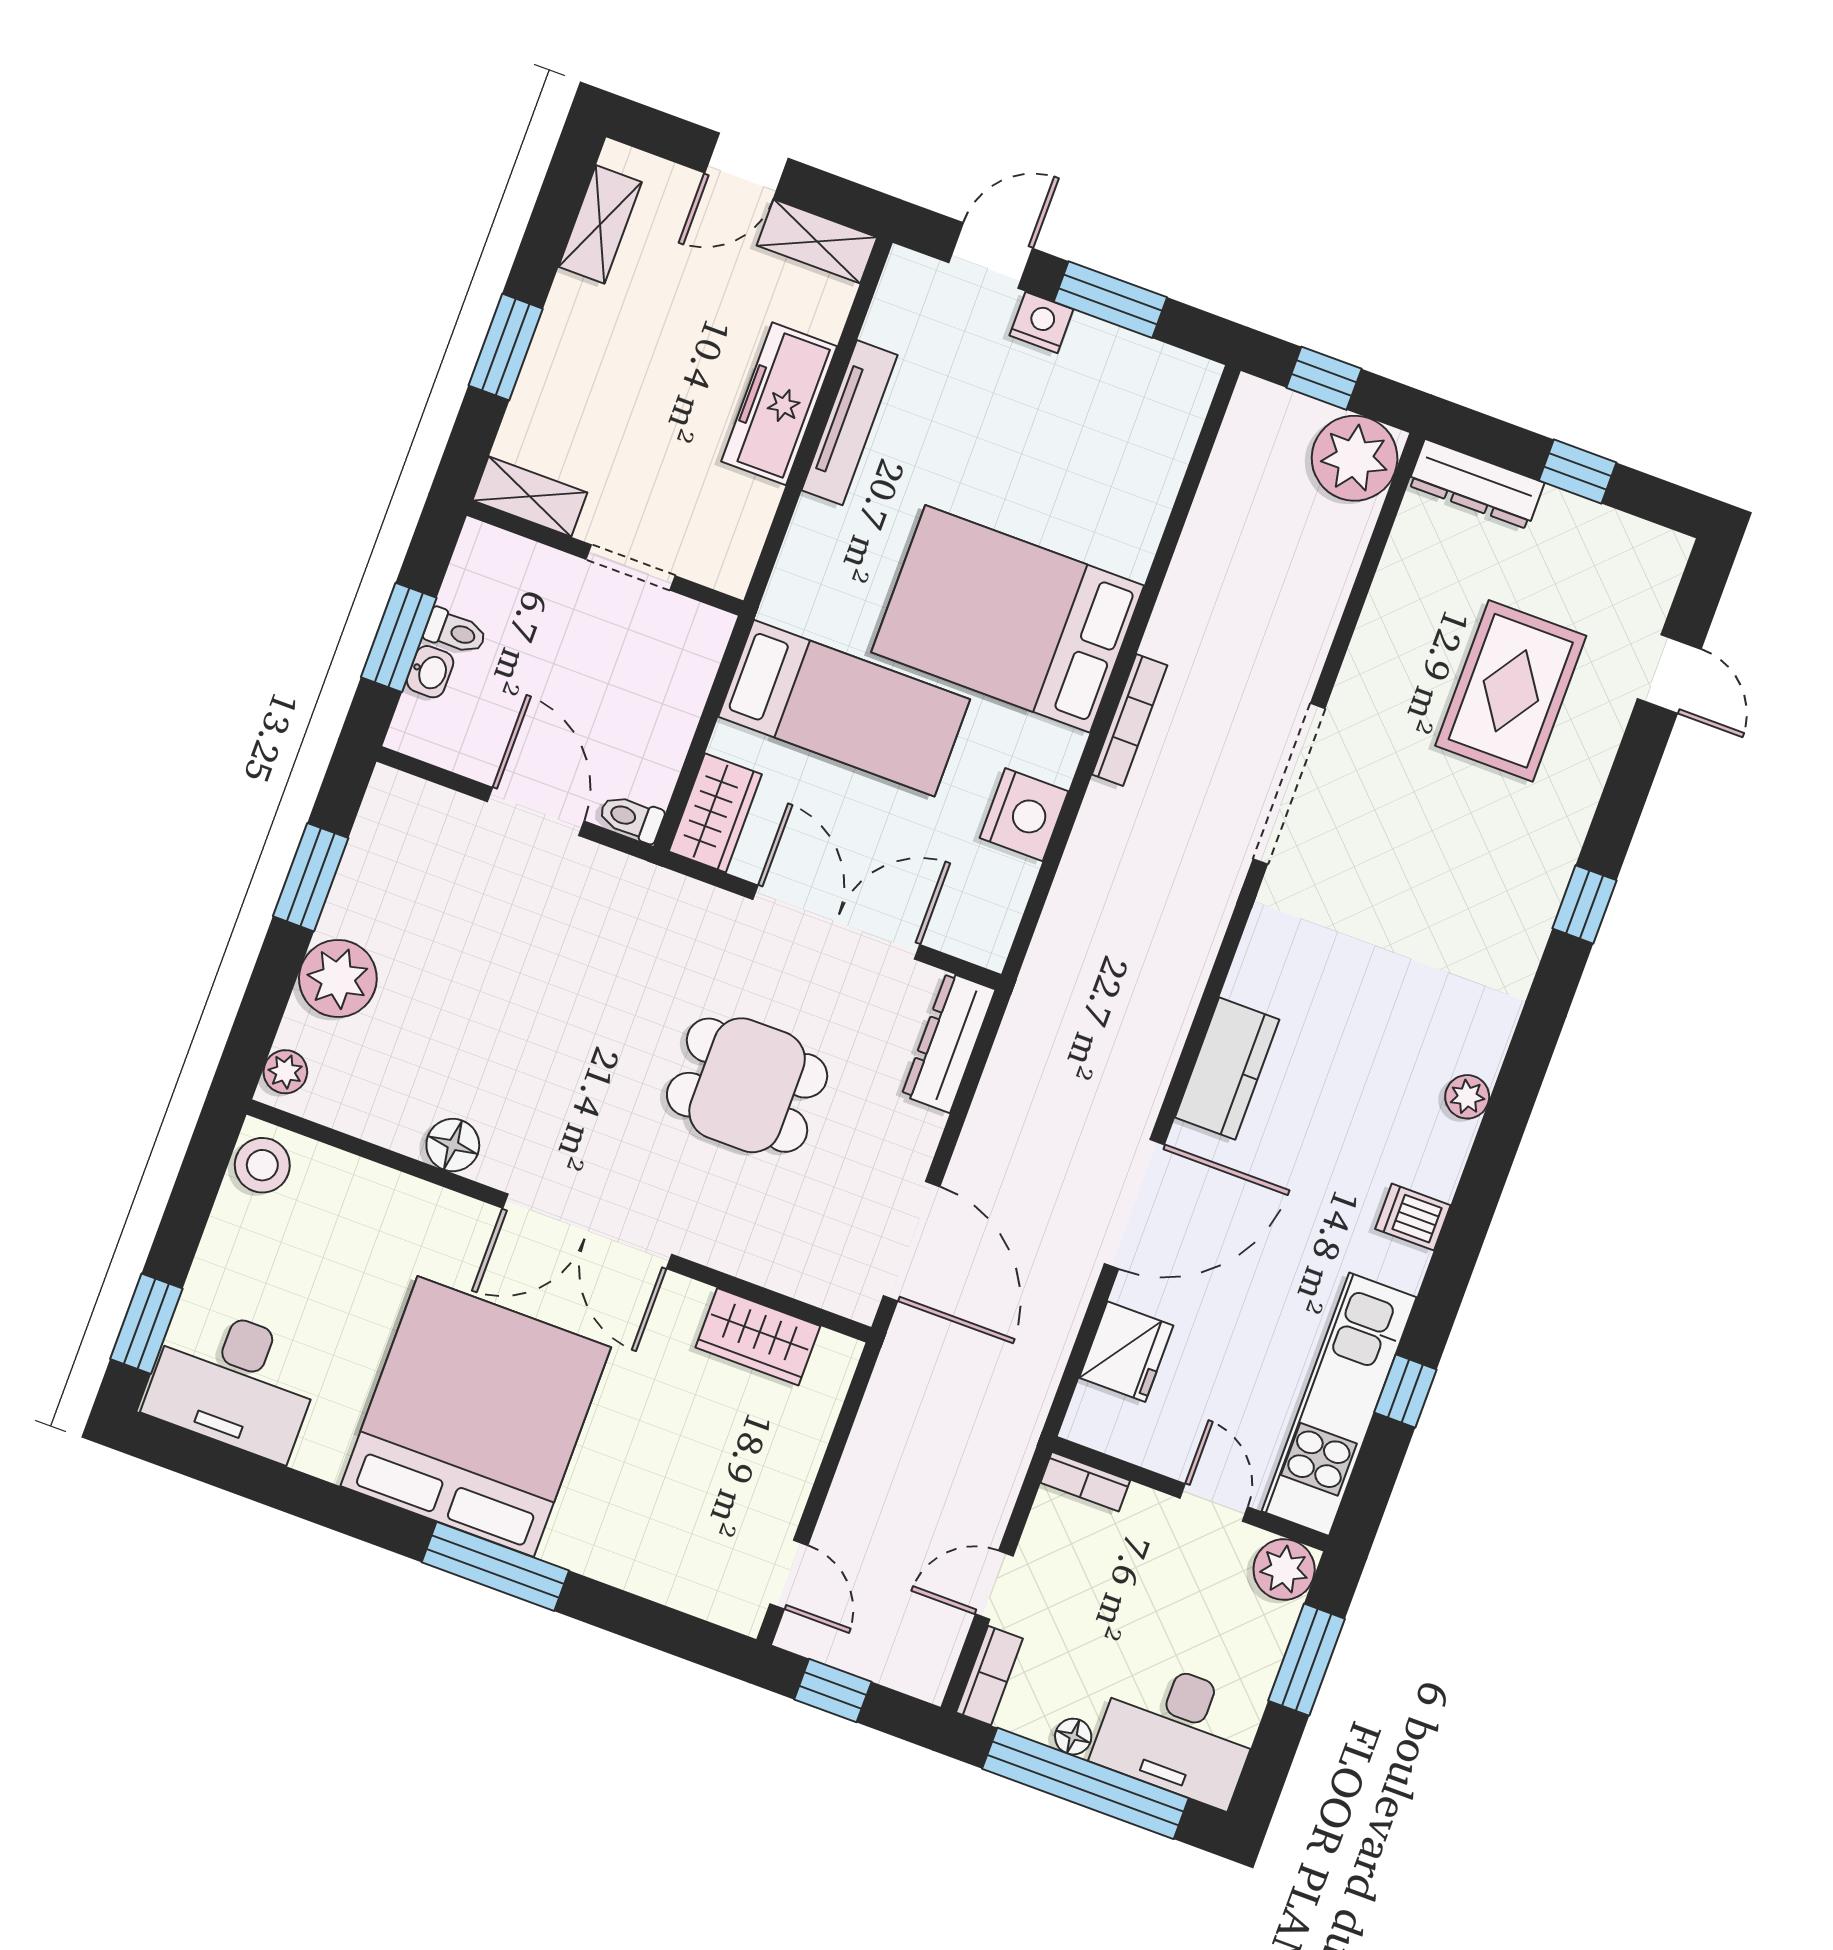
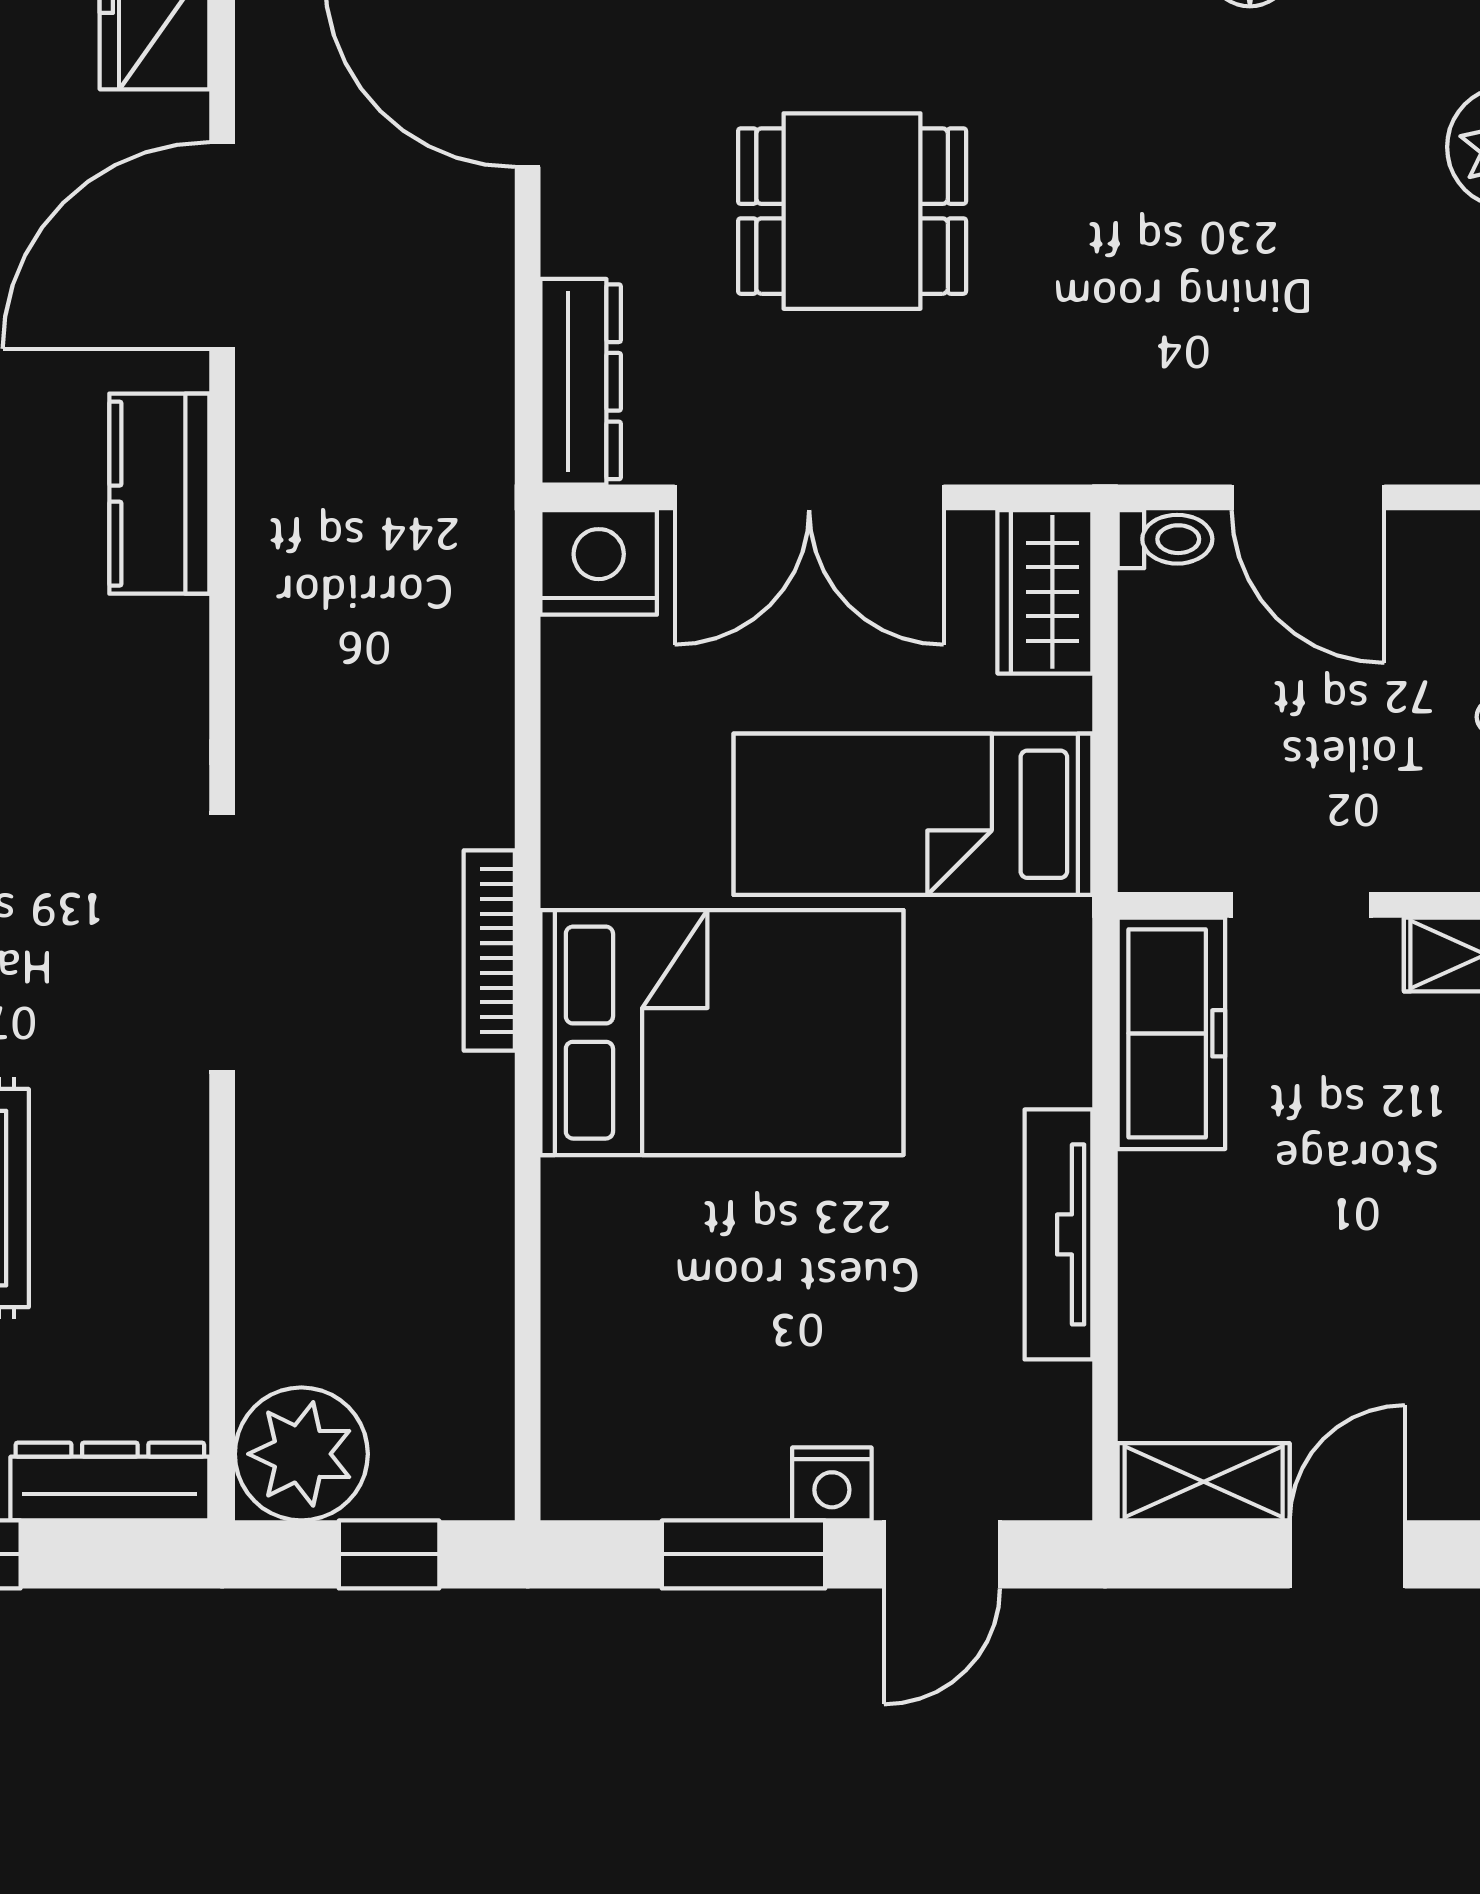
freezer: (779, 404) -> (1171, 1033), moved
nightstand: (1024, 815) -> (599, 562), moved, turned 90

